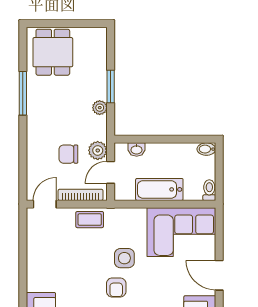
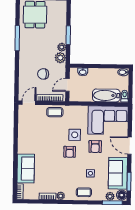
plant: (98, 150) -> (60, 58), moved
bathtub: (159, 189) -> (106, 95), moved
armchair: (160, 278) -> (95, 147), added

